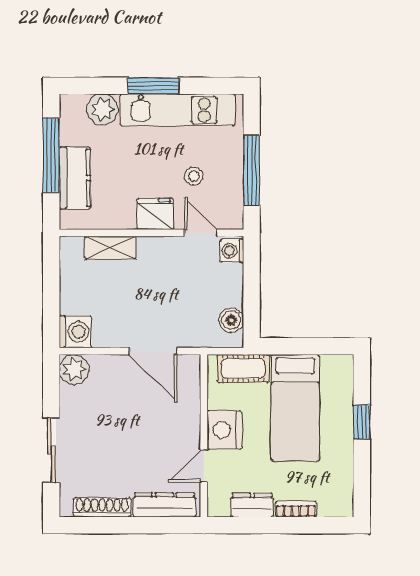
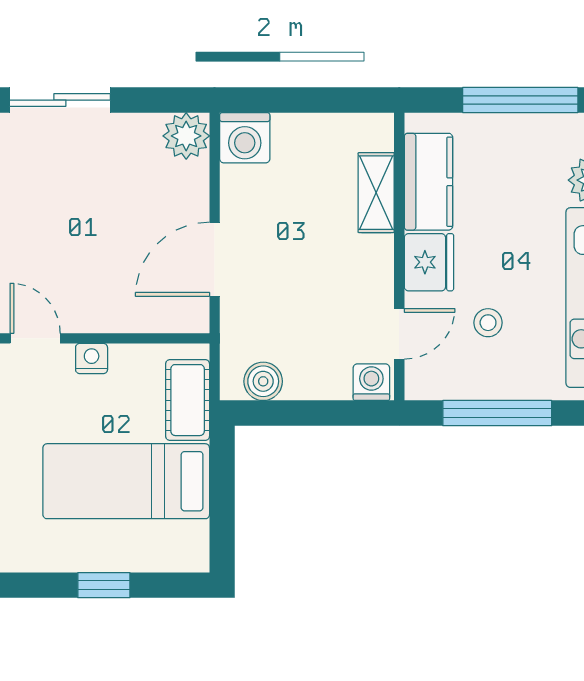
kitchen counter: (75, 178) -> (428, 182), moved, turned -90
nightstand: (224, 430) -> (92, 359), width x0.53, depth x0.56

